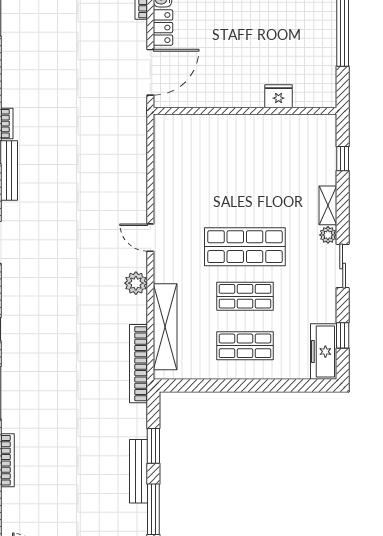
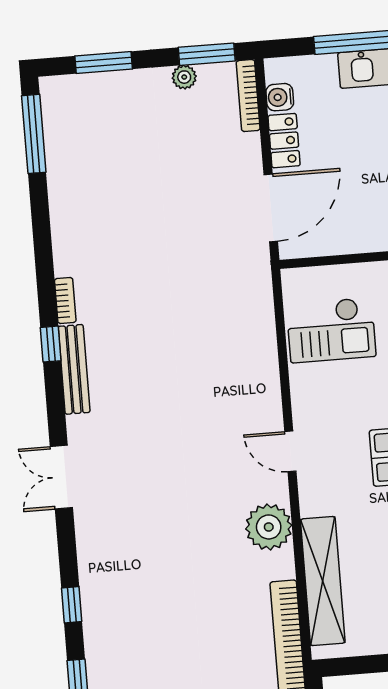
checkout: (185, 158) -> (331, 330), added
plant: (136, 283) -> (269, 527), width x1.36, depth x1.36

